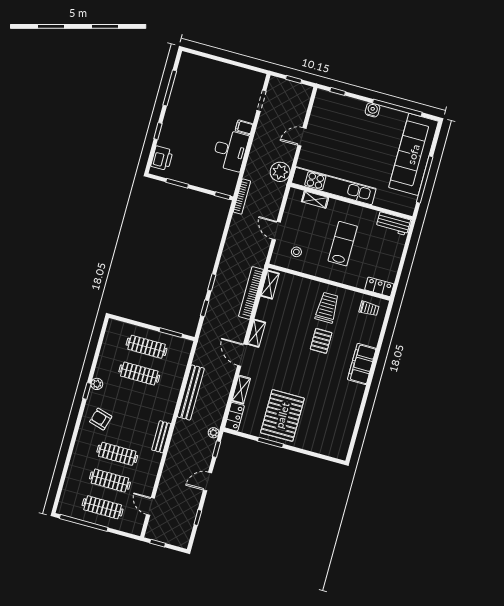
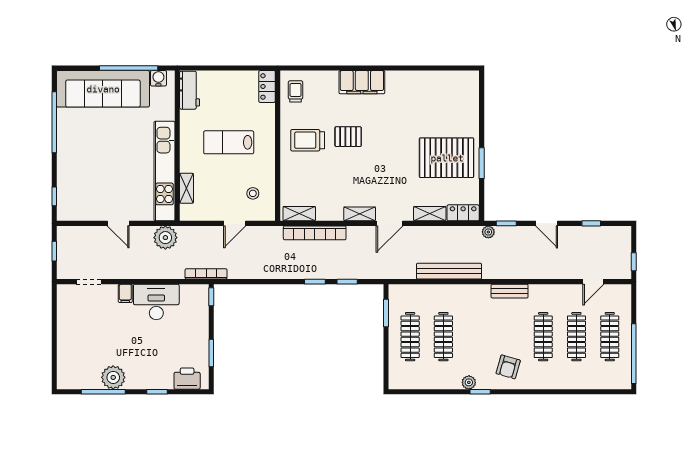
plant: (179, 99) -> (113, 377), added
water cooler: (372, 110) -> (158, 78), moved, turned 90

